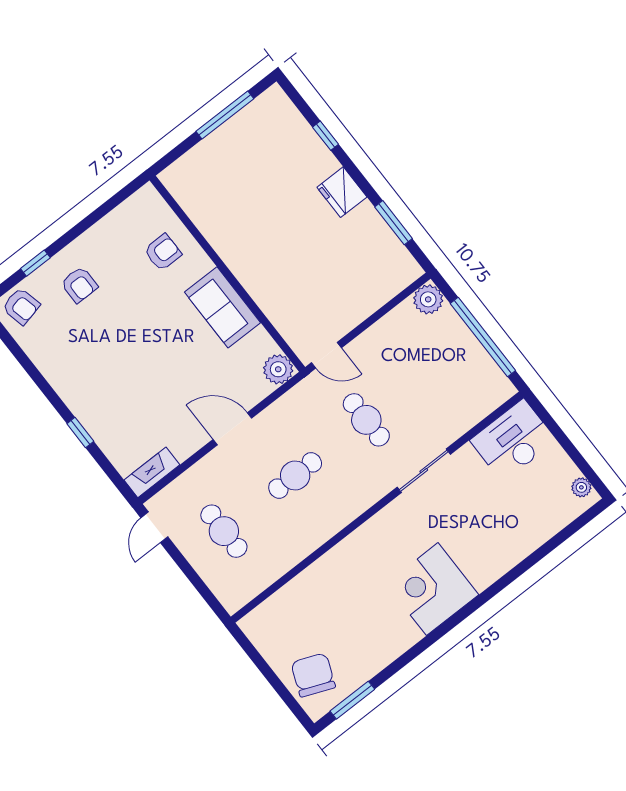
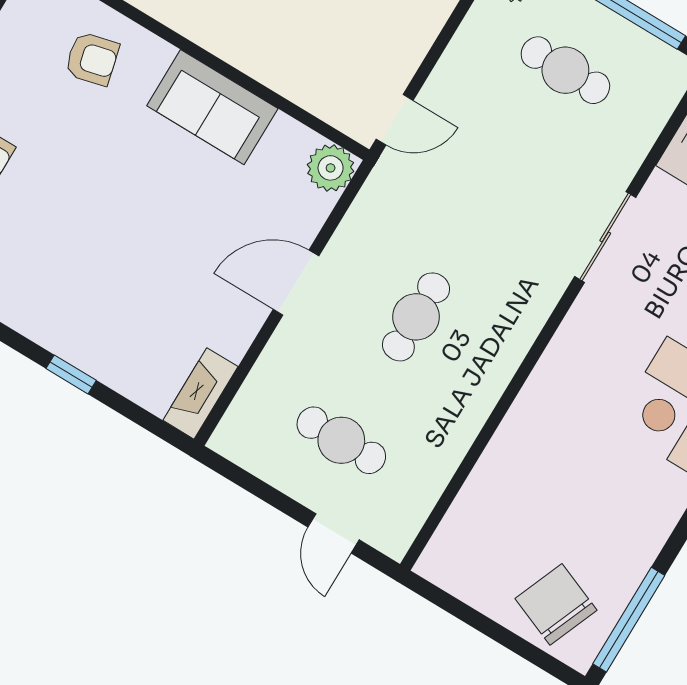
armchair: (163, 252) -> (92, 59), turned 76
cafe table: (366, 420) -> (565, 70), moved
door: (154, 527) -> (334, 533), moved
window: (352, 700) -> (629, 620), width x1.44

